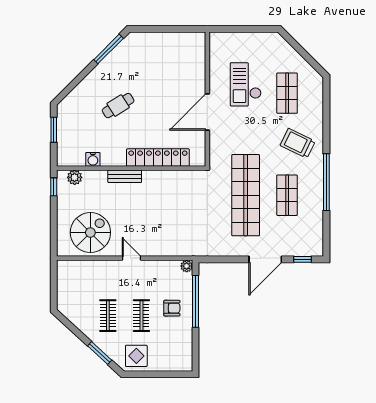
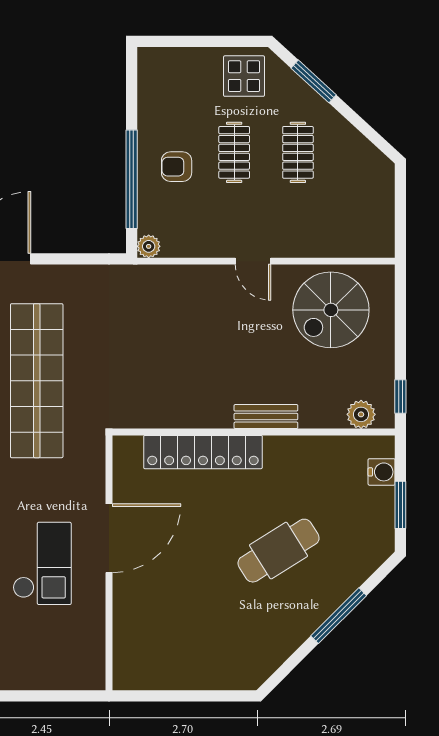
window: (109, 49) -> (339, 616), moved
checkout: (246, 84) -> (42, 563), moved
cafe table: (118, 106) -> (279, 551), width x1.37, depth x1.35
water cooler: (93, 159) -> (382, 472), moved, turned 90

